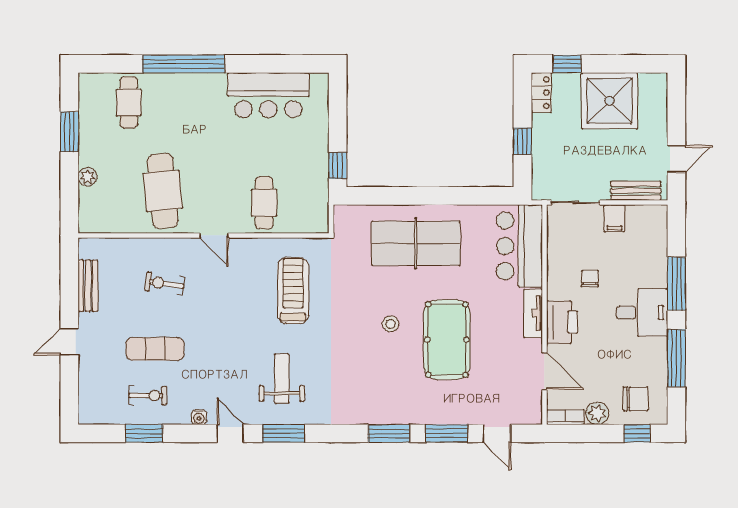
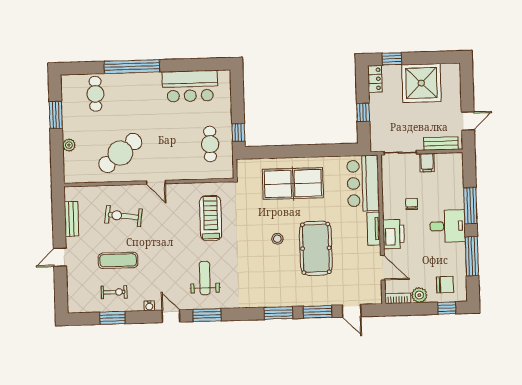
cafe table: (163, 191) -> (120, 153), turned 56
cafe table: (264, 203) -> (210, 144), moved
exercise bike: (165, 284) -> (123, 216), width x1.38, depth x1.39

